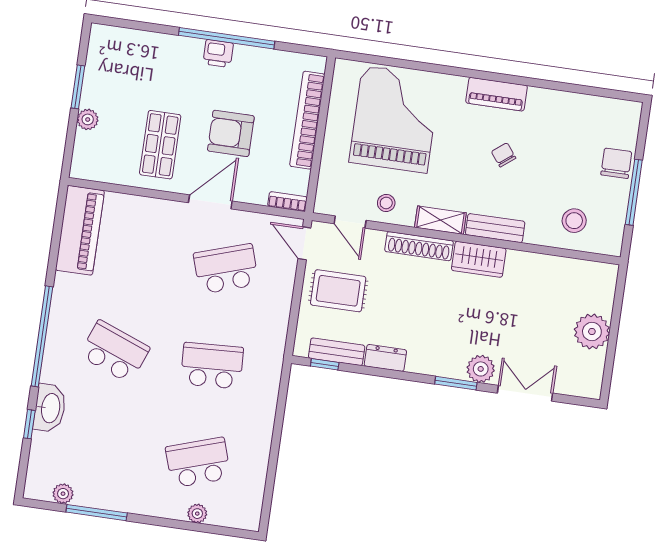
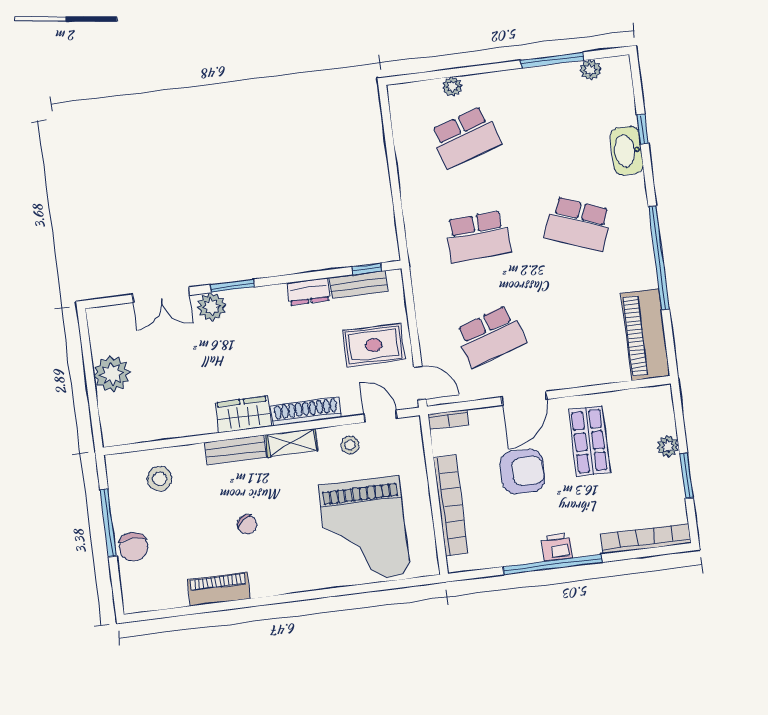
bookcase: (132, 38) -> (646, 539), added
piano: (497, 94) -> (219, 589), moved
window: (42, 336) -> (659, 258), moved

